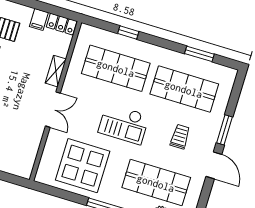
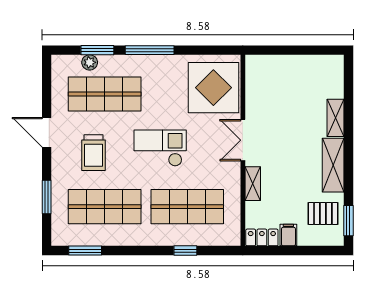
window: (199, 54) -> (85, 251), moved
window: (225, 130) -> (47, 197), moved
trolley: (180, 137) -> (93, 153), width x1.36, depth x1.39
display table: (83, 166) -> (213, 88), moved

